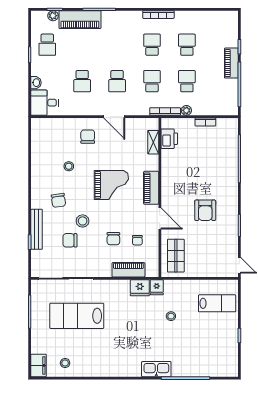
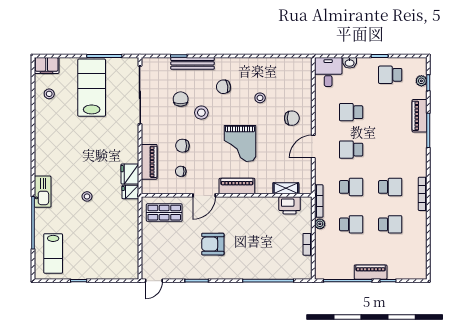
piano: (80, 20) -> (420, 116), width x0.73, depth x0.75
lab bench: (217, 303) -> (53, 253), moved
lab bench: (77, 316) -> (92, 88), moved
stool: (171, 316) -> (87, 196), moved

